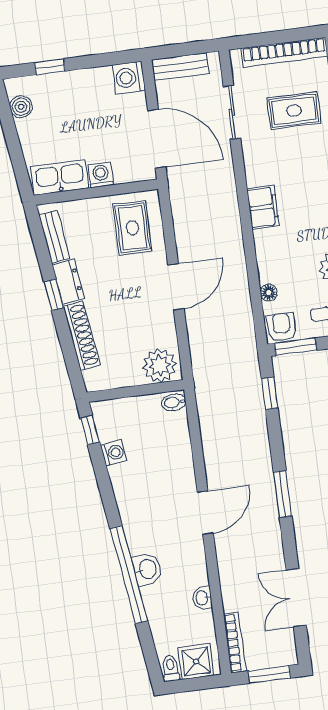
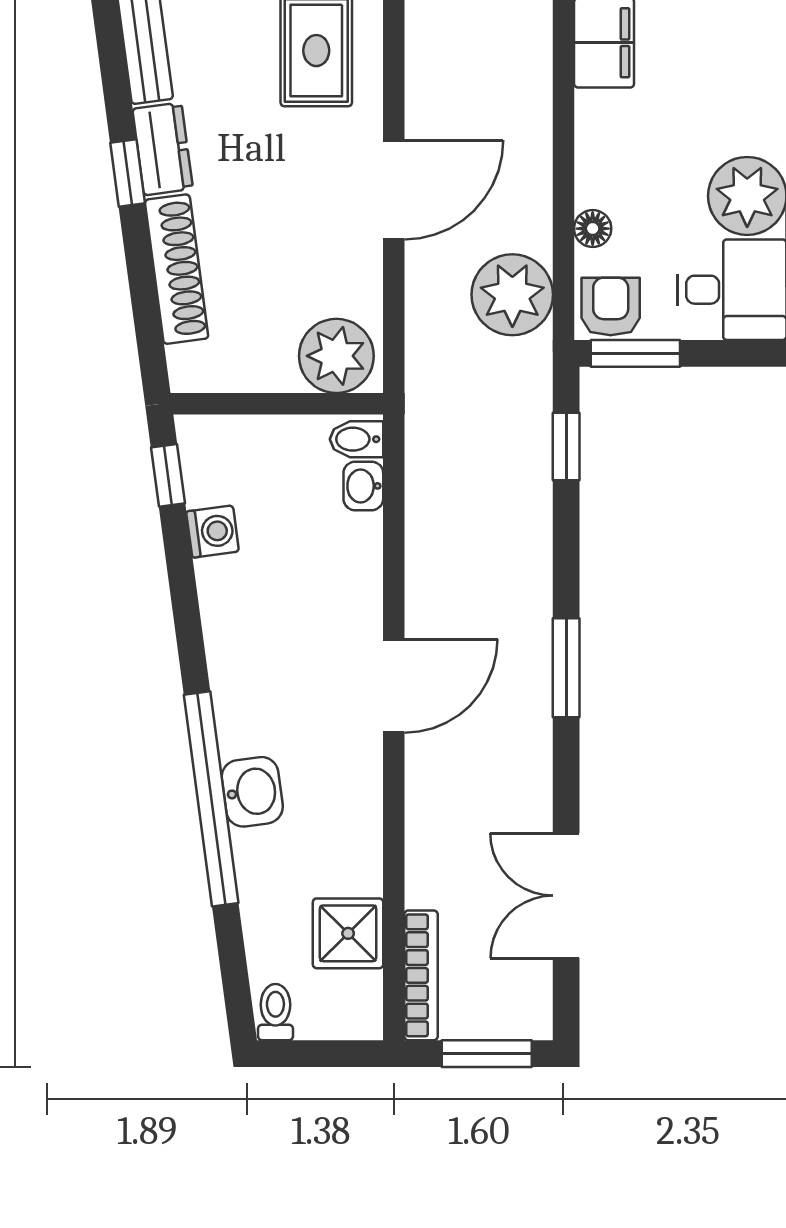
plant: (236, 327) -> (512, 295), added
washbasin: (202, 598) -> (363, 486), moved
shower: (196, 662) -> (348, 933), moved

